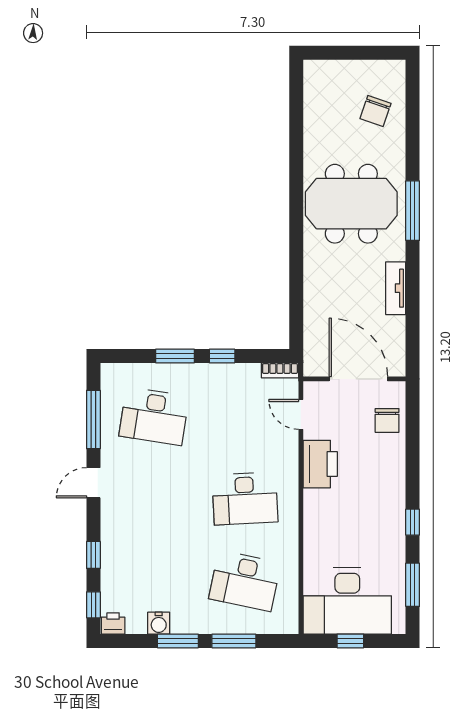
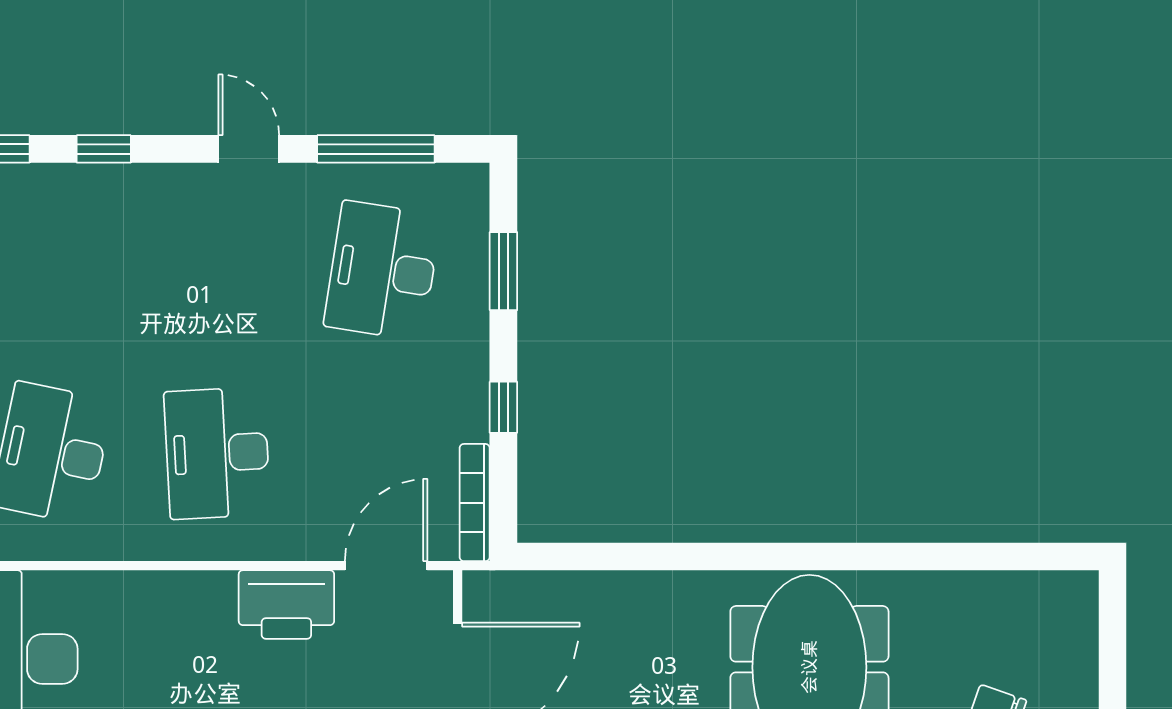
window: (175, 356) -> (503, 271), moved
bookcase: (280, 370) -> (475, 503), width x1.56
door: (301, 414) -> (386, 566), width x1.37

